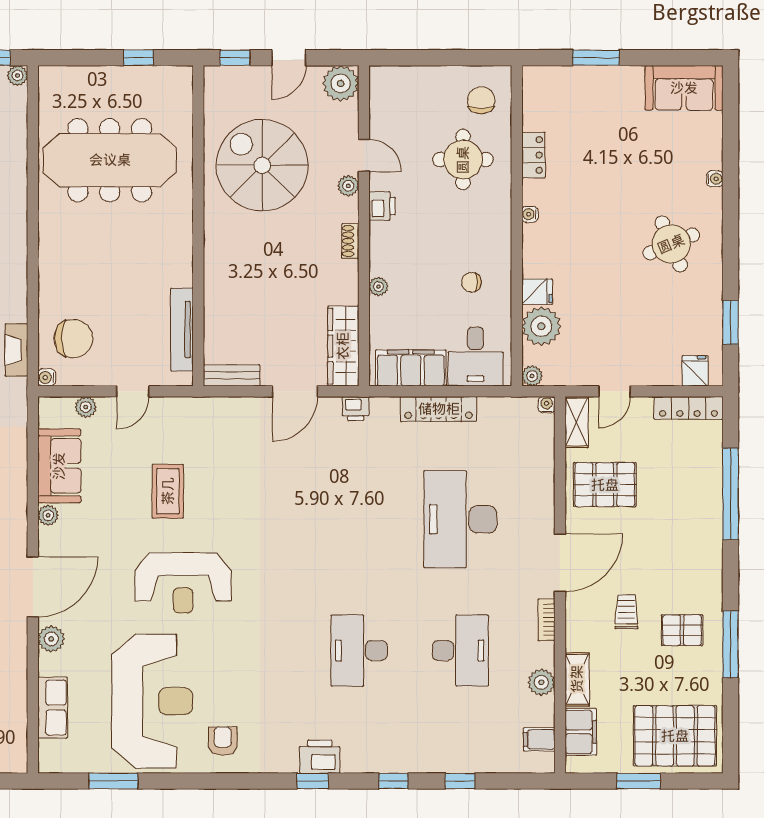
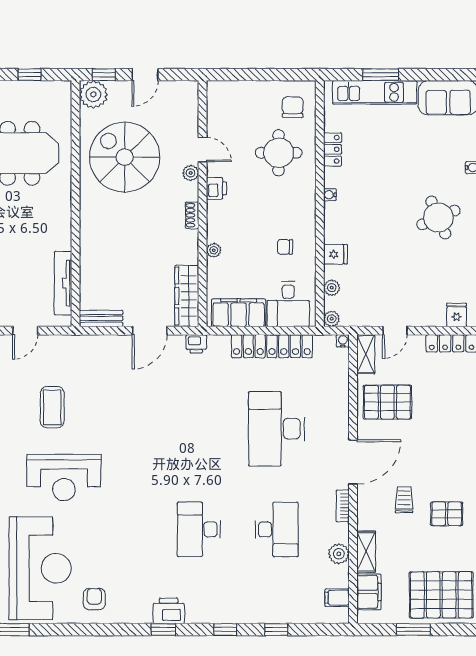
kitchen unit: (588, 81) -> (375, 92), added
plant: (341, 83) -> (93, 94), moved
plant: (541, 326) -> (332, 288), width x0.53, depth x0.53
locker: (439, 409) -> (272, 346), width x1.41, depth x1.21

